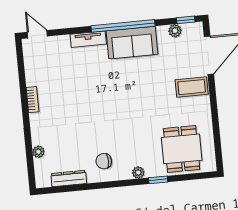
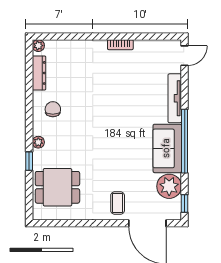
plant: (175, 31) -> (169, 186), width x1.87, depth x1.87
tv unit: (88, 39) -> (175, 98), width x1.41
coffee table: (192, 87) -> (118, 203), width x0.73, depth x0.77
plant: (38, 152) -> (38, 46), moved

